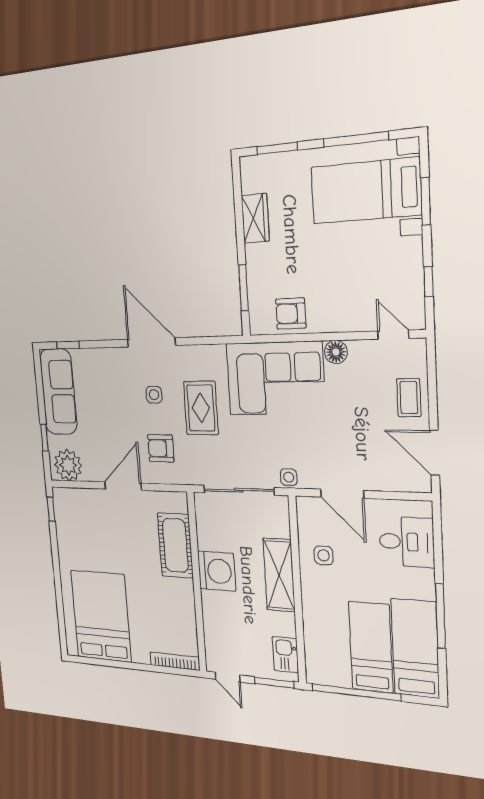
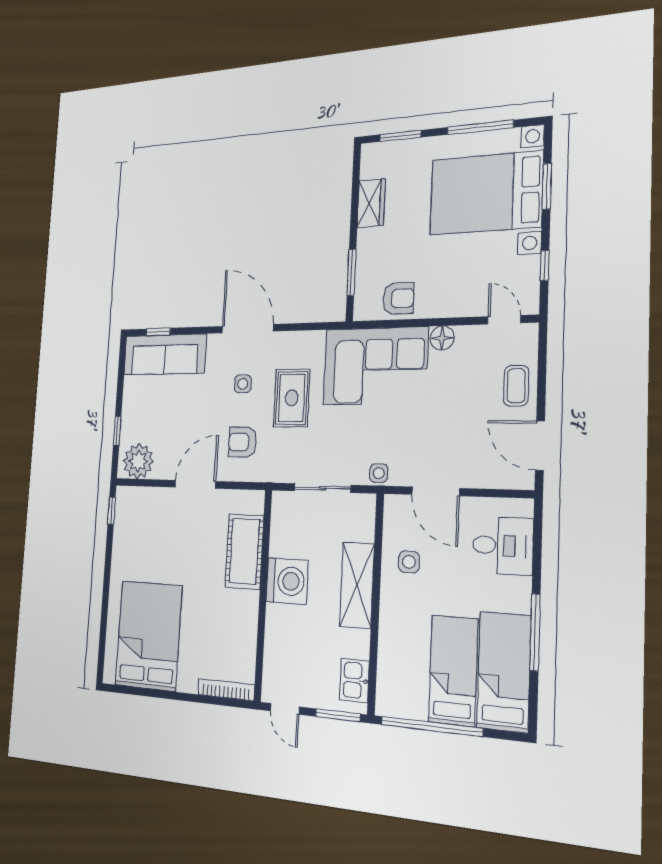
bed with nightstands: (366, 191) -> (486, 193), width x1.36
armchair: (291, 314) -> (398, 298), turned 180
sofa: (58, 392) -> (165, 354), moved, turned 90
sliding door: (239, 490) -> (322, 488), width x0.73

